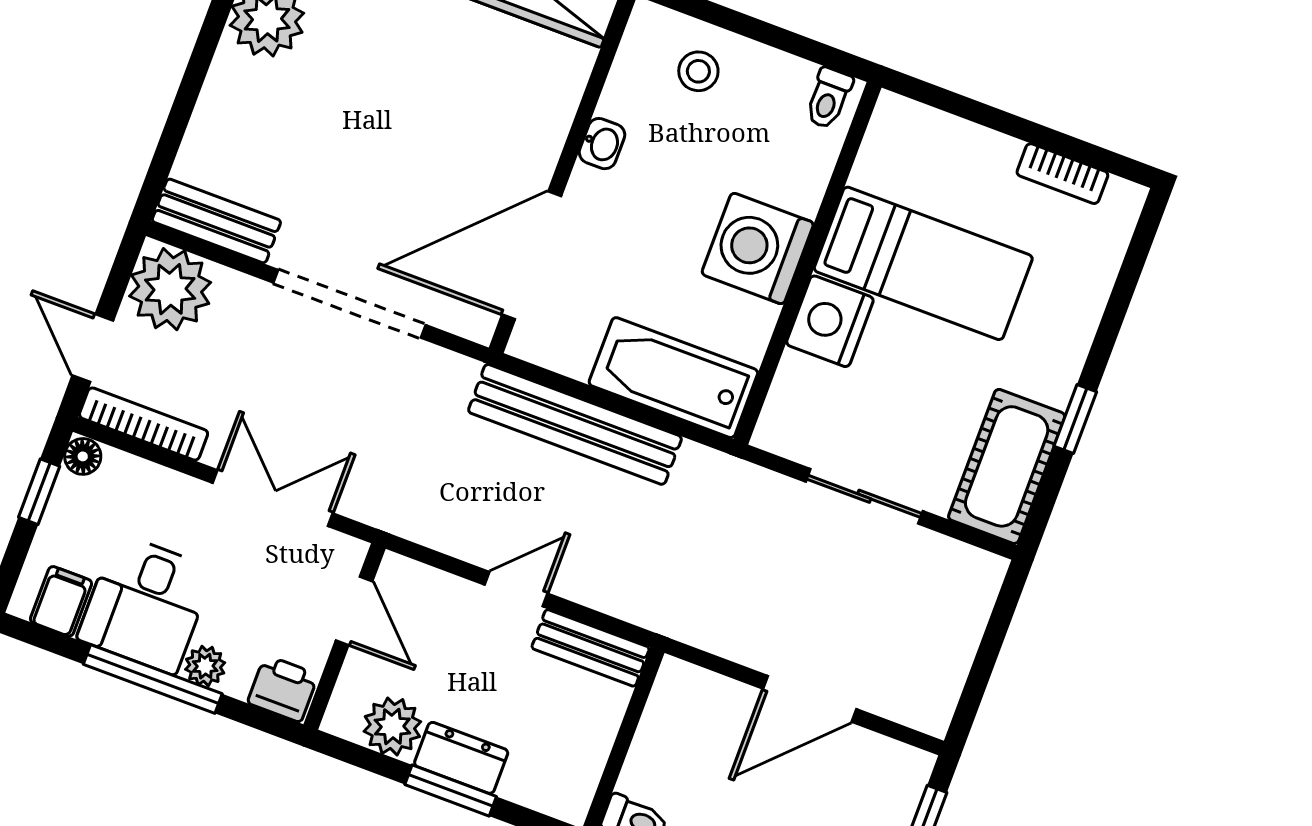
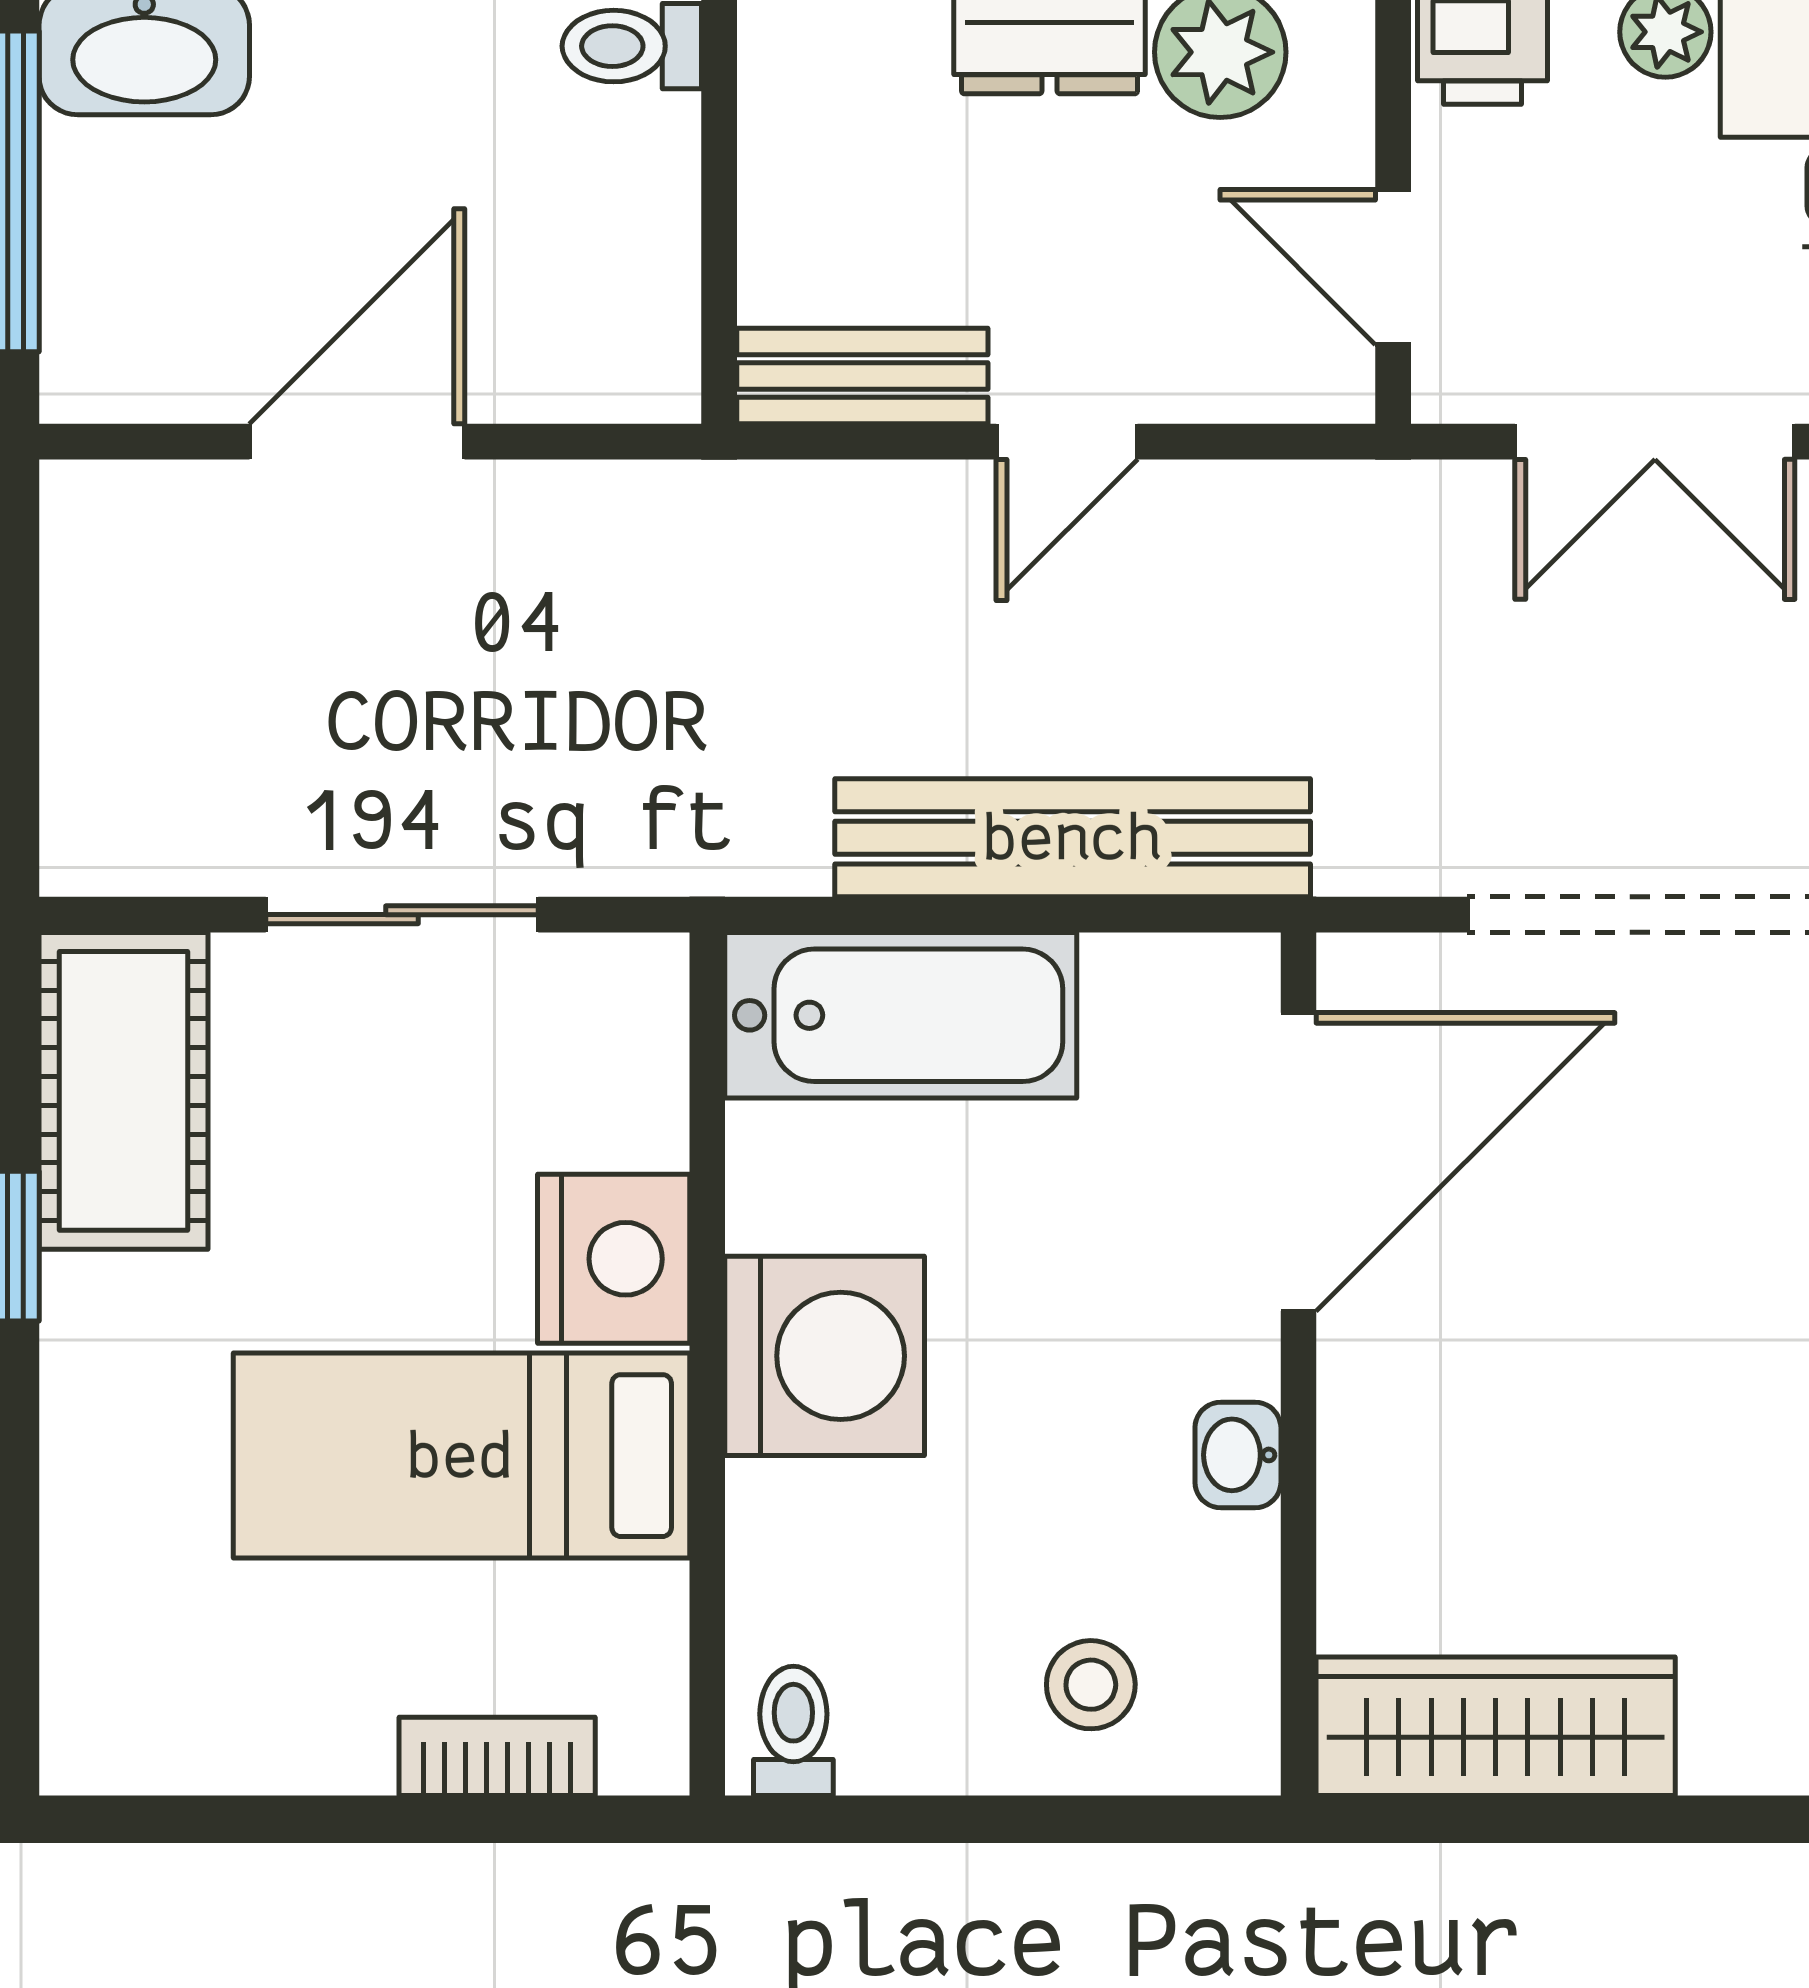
bookcase: (1062, 174) -> (497, 1756), moved

